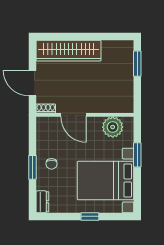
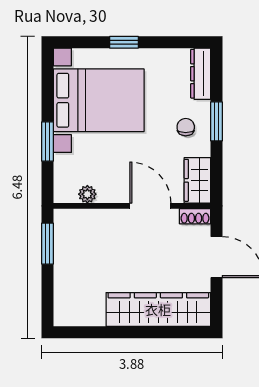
window: (137, 64) -> (47, 244), moved
plant: (113, 127) -> (87, 194), width x0.53, depth x0.53
wardrobe: (44, 131) -> (197, 180), added
dresser: (42, 202) -> (201, 74), width x1.44

